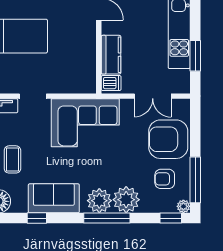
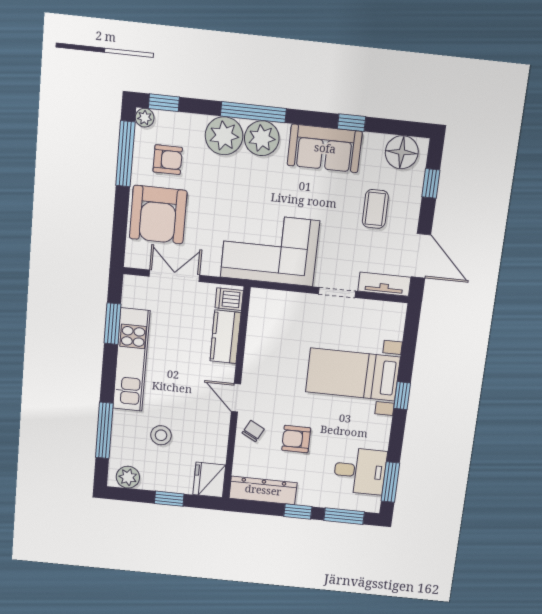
armchair: (168, 139) -> (158, 215), turned 90

